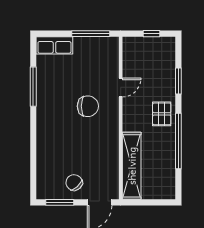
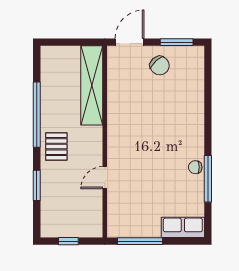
chair: (88, 106) -> (195, 167), moved, width x0.54, depth x0.54

